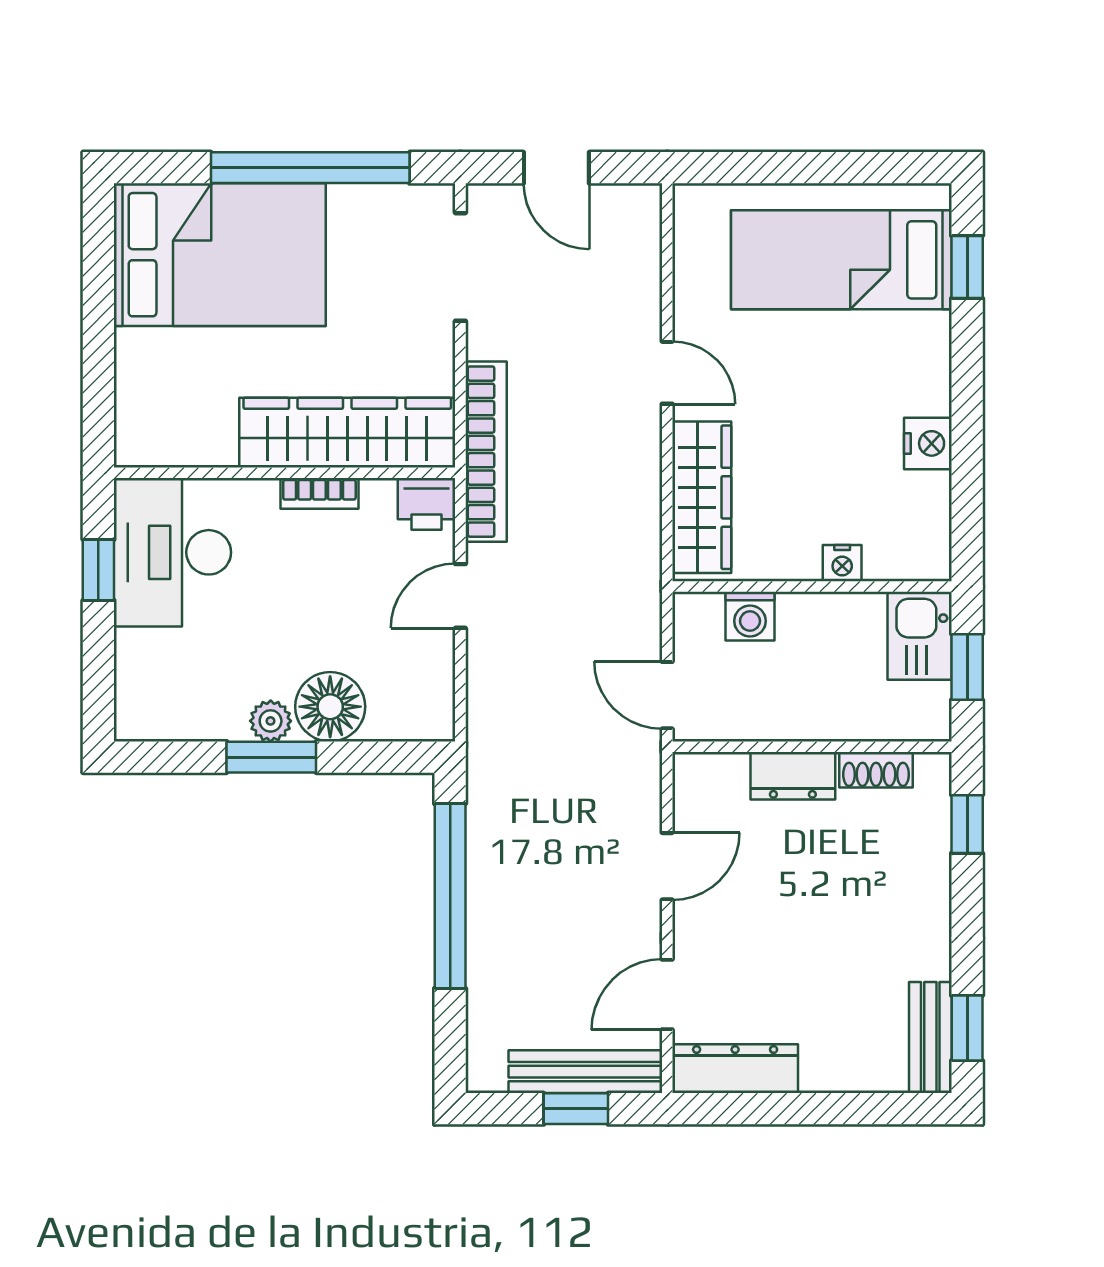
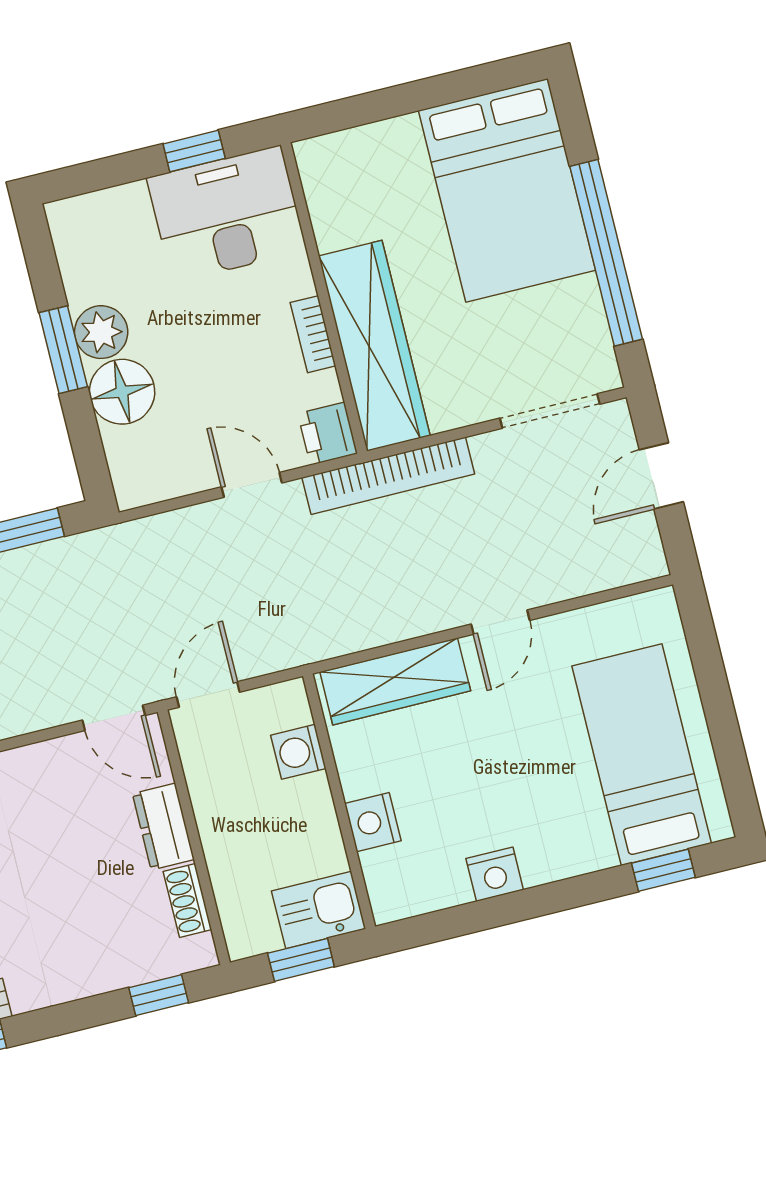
nightstand: (842, 563) -> (373, 822), width x1.39, depth x1.35
plant: (271, 721) -> (101, 332), width x1.38, depth x1.38
door: (667, 866) -> (114, 718), moved

